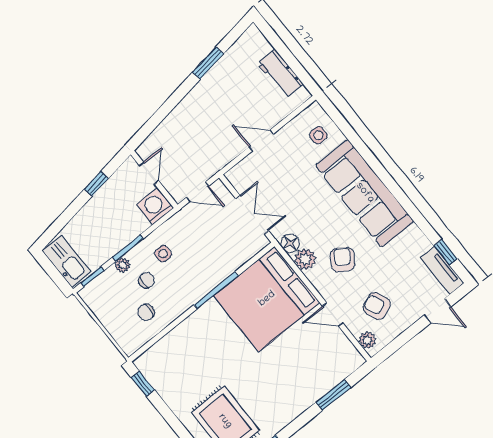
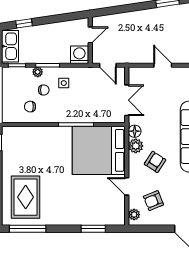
window: (96, 184) -> (24, 23), moved
armchair: (377, 306) -> (153, 201), turned -89

